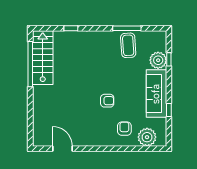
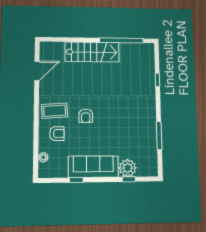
coffee table: (128, 45) -> (55, 111), moved
stairs: (43, 58) -> (92, 52), moved
plant: (147, 137) -> (43, 157), width x0.53, depth x0.53

